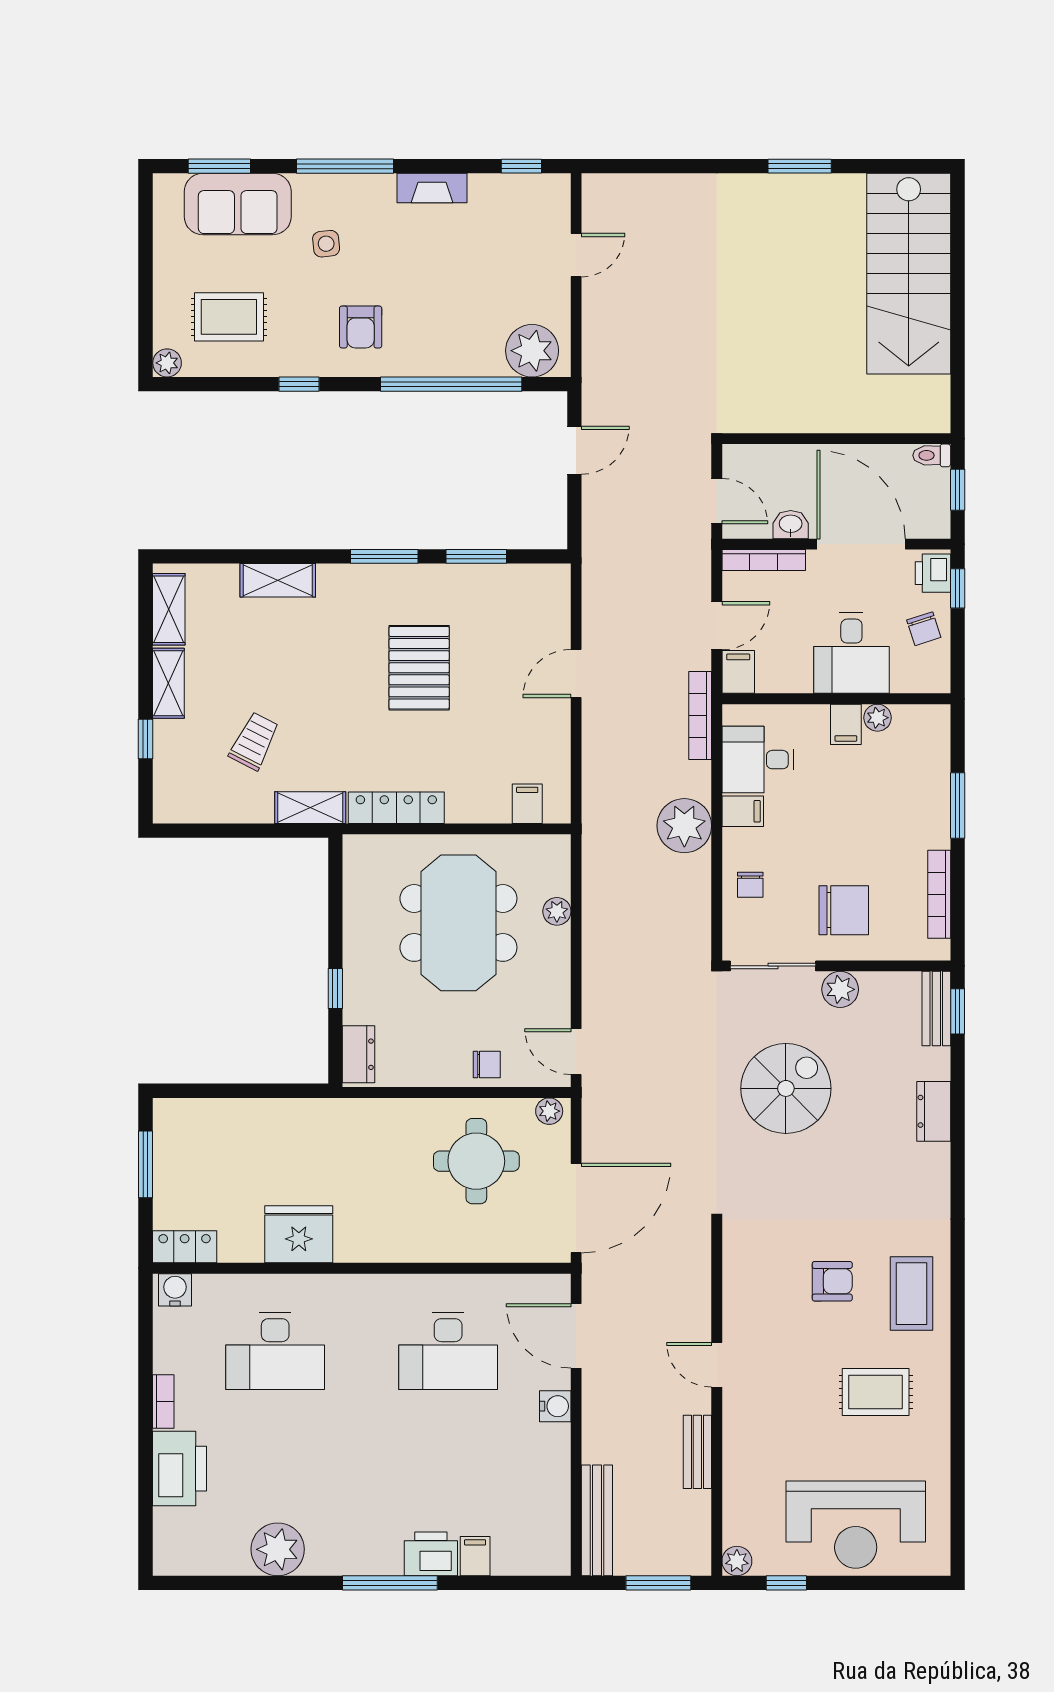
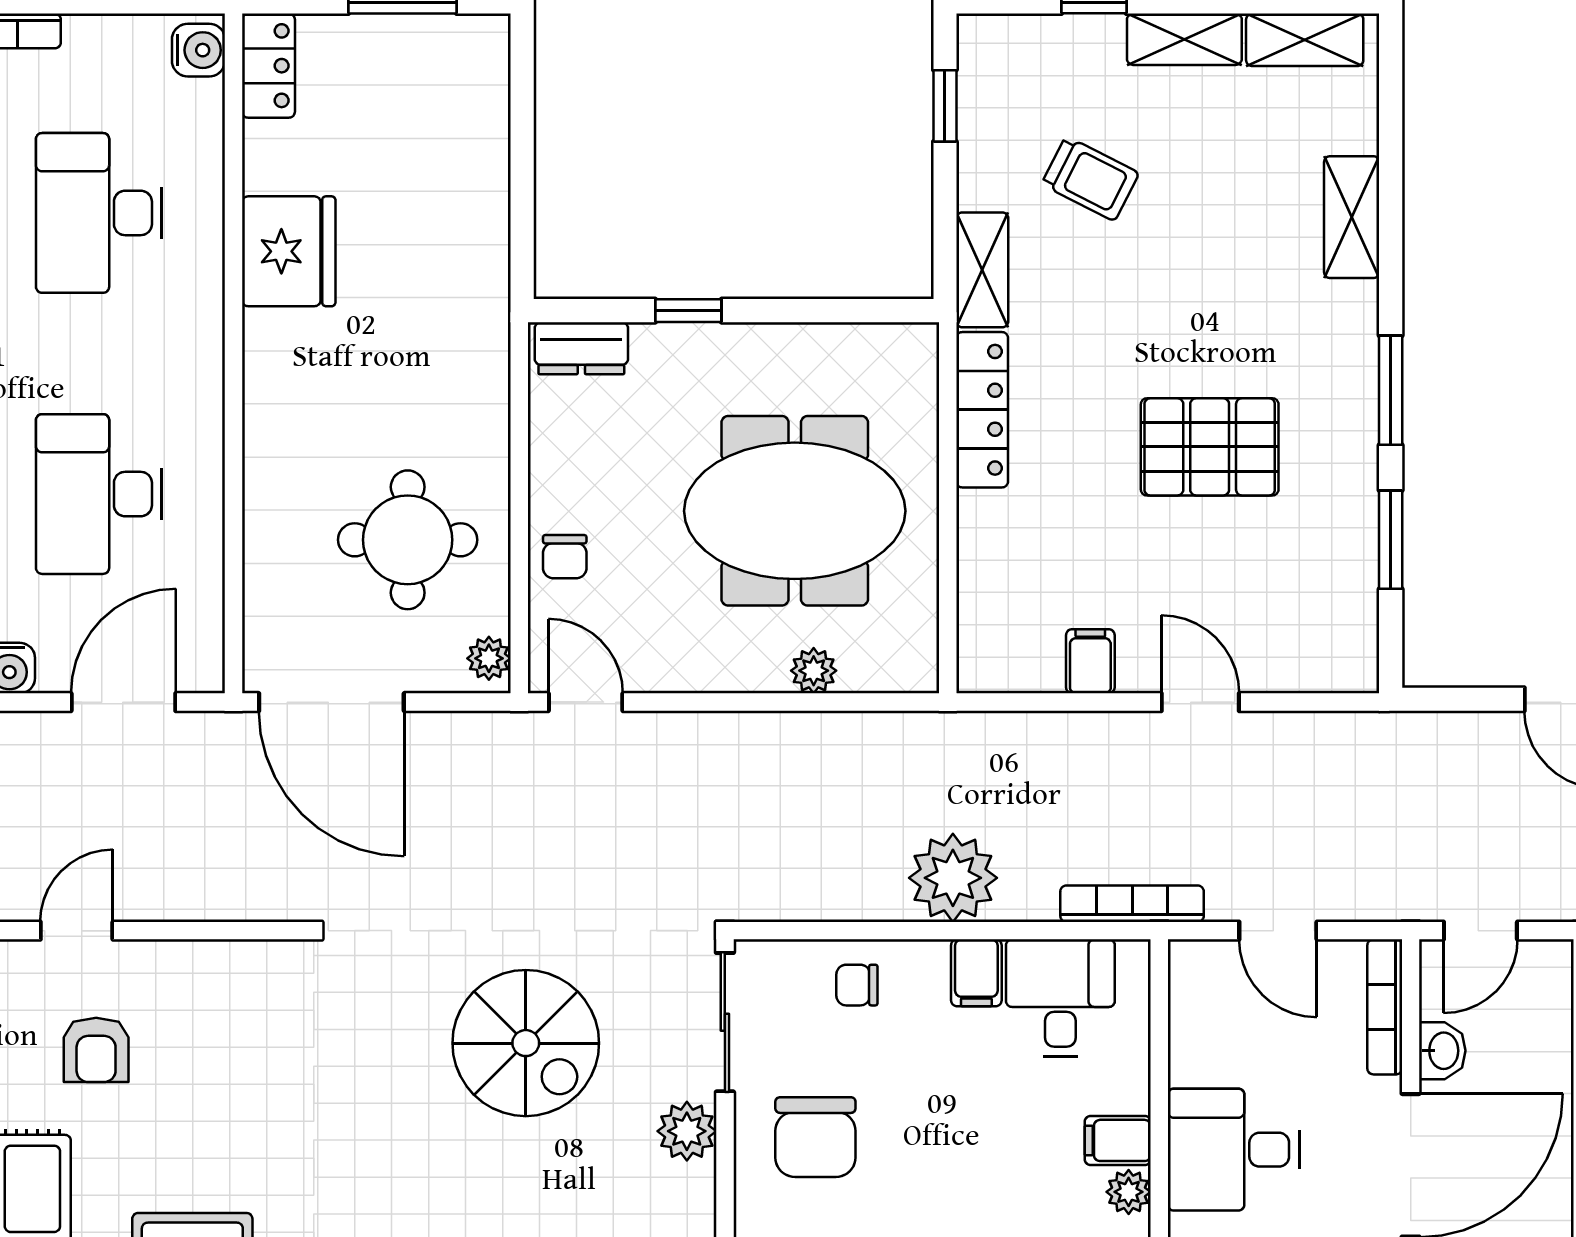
filing cabinet: (738, 672) -> (1203, 965), removed
filing cabinet: (527, 804) -> (1090, 661), moved, turned -90
window: (209, 831) -> (945, 106), added
door: (576, 1052) -> (586, 702), hinge flipped
armchair: (832, 1281) -> (96, 1050), moved

